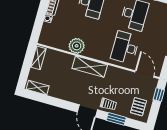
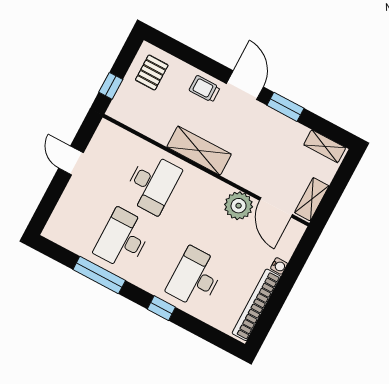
shelving: (90, 67) -> (199, 151), moved
door: (144, 74) -> (276, 207), moved
window: (116, 119) -> (285, 107), moved

